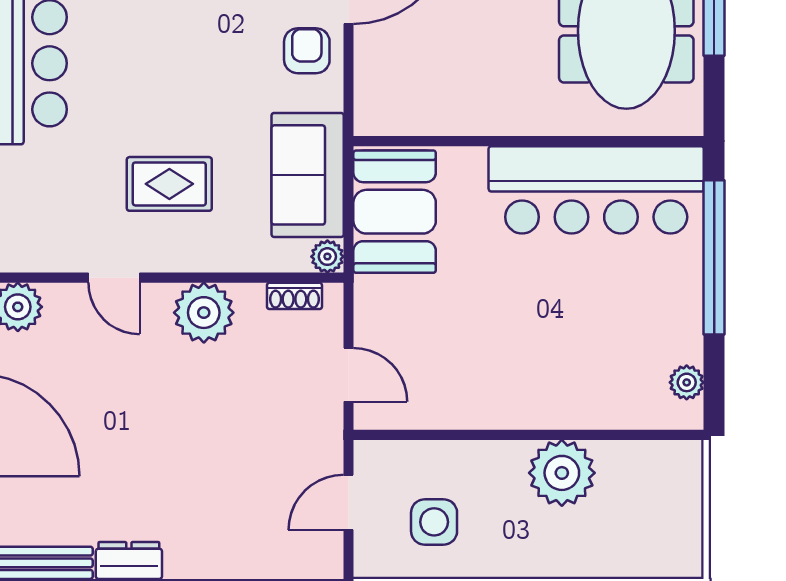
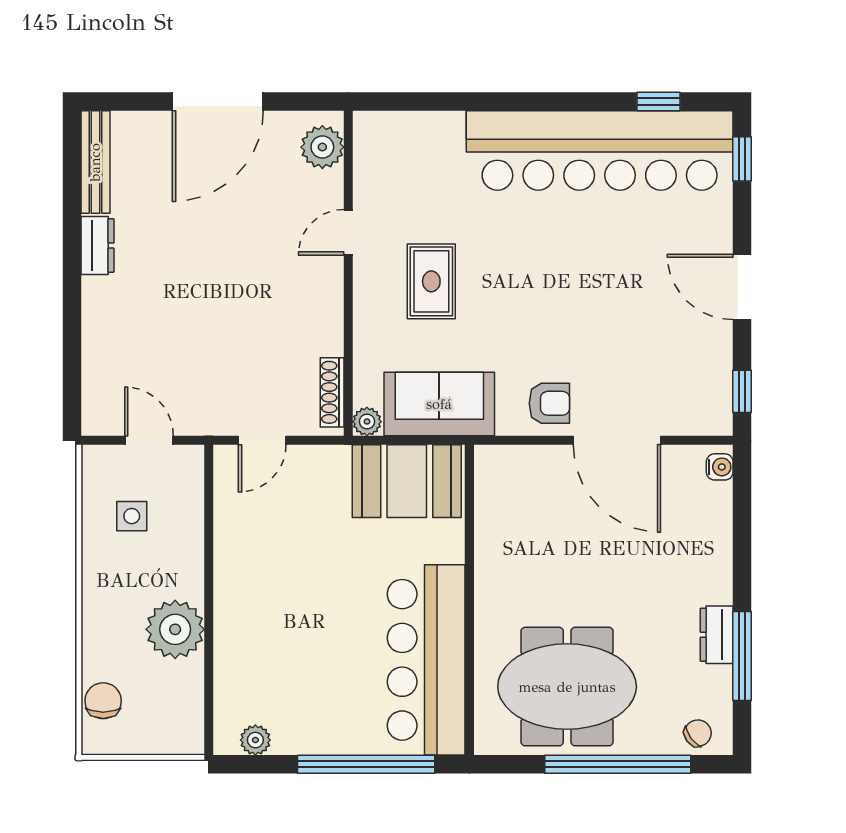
shoe rack: (294, 296) -> (332, 392), width x1.43
plant: (204, 313) -> (317, 312), removed
side table: (434, 522) -> (132, 516), width x0.73, depth x0.73
chair: (642, 554) -> (103, 701), added

